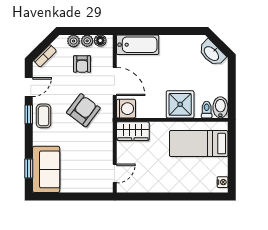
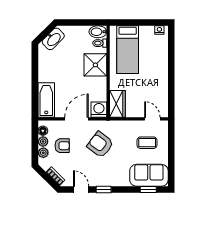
coffee table: (44, 116) -> (147, 143), moved

